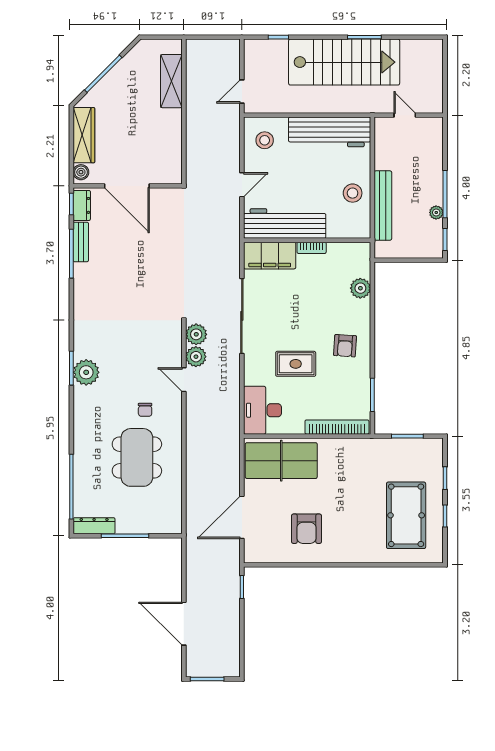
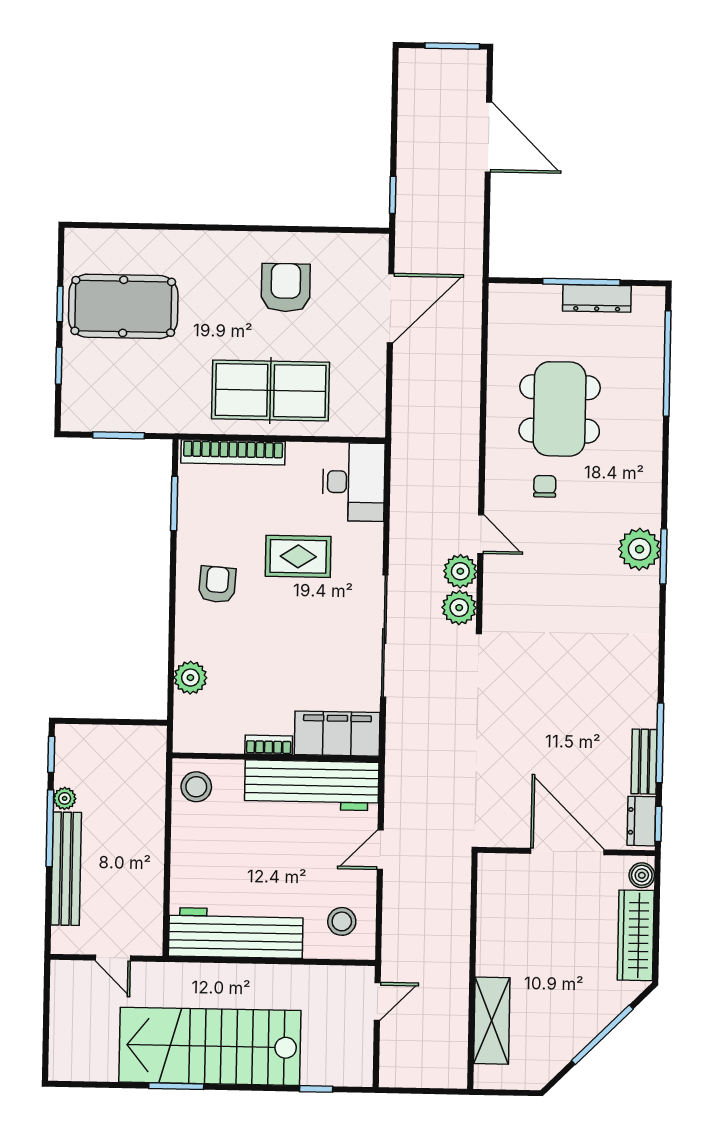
stool: (353, 193) -> (196, 787), moved
bench: (383, 206) -> (66, 869), moved
table tennis table: (281, 461) -> (271, 390), moved
pool table: (406, 515) -> (123, 306), turned 90
dresser: (94, 526) -> (597, 298), moved

